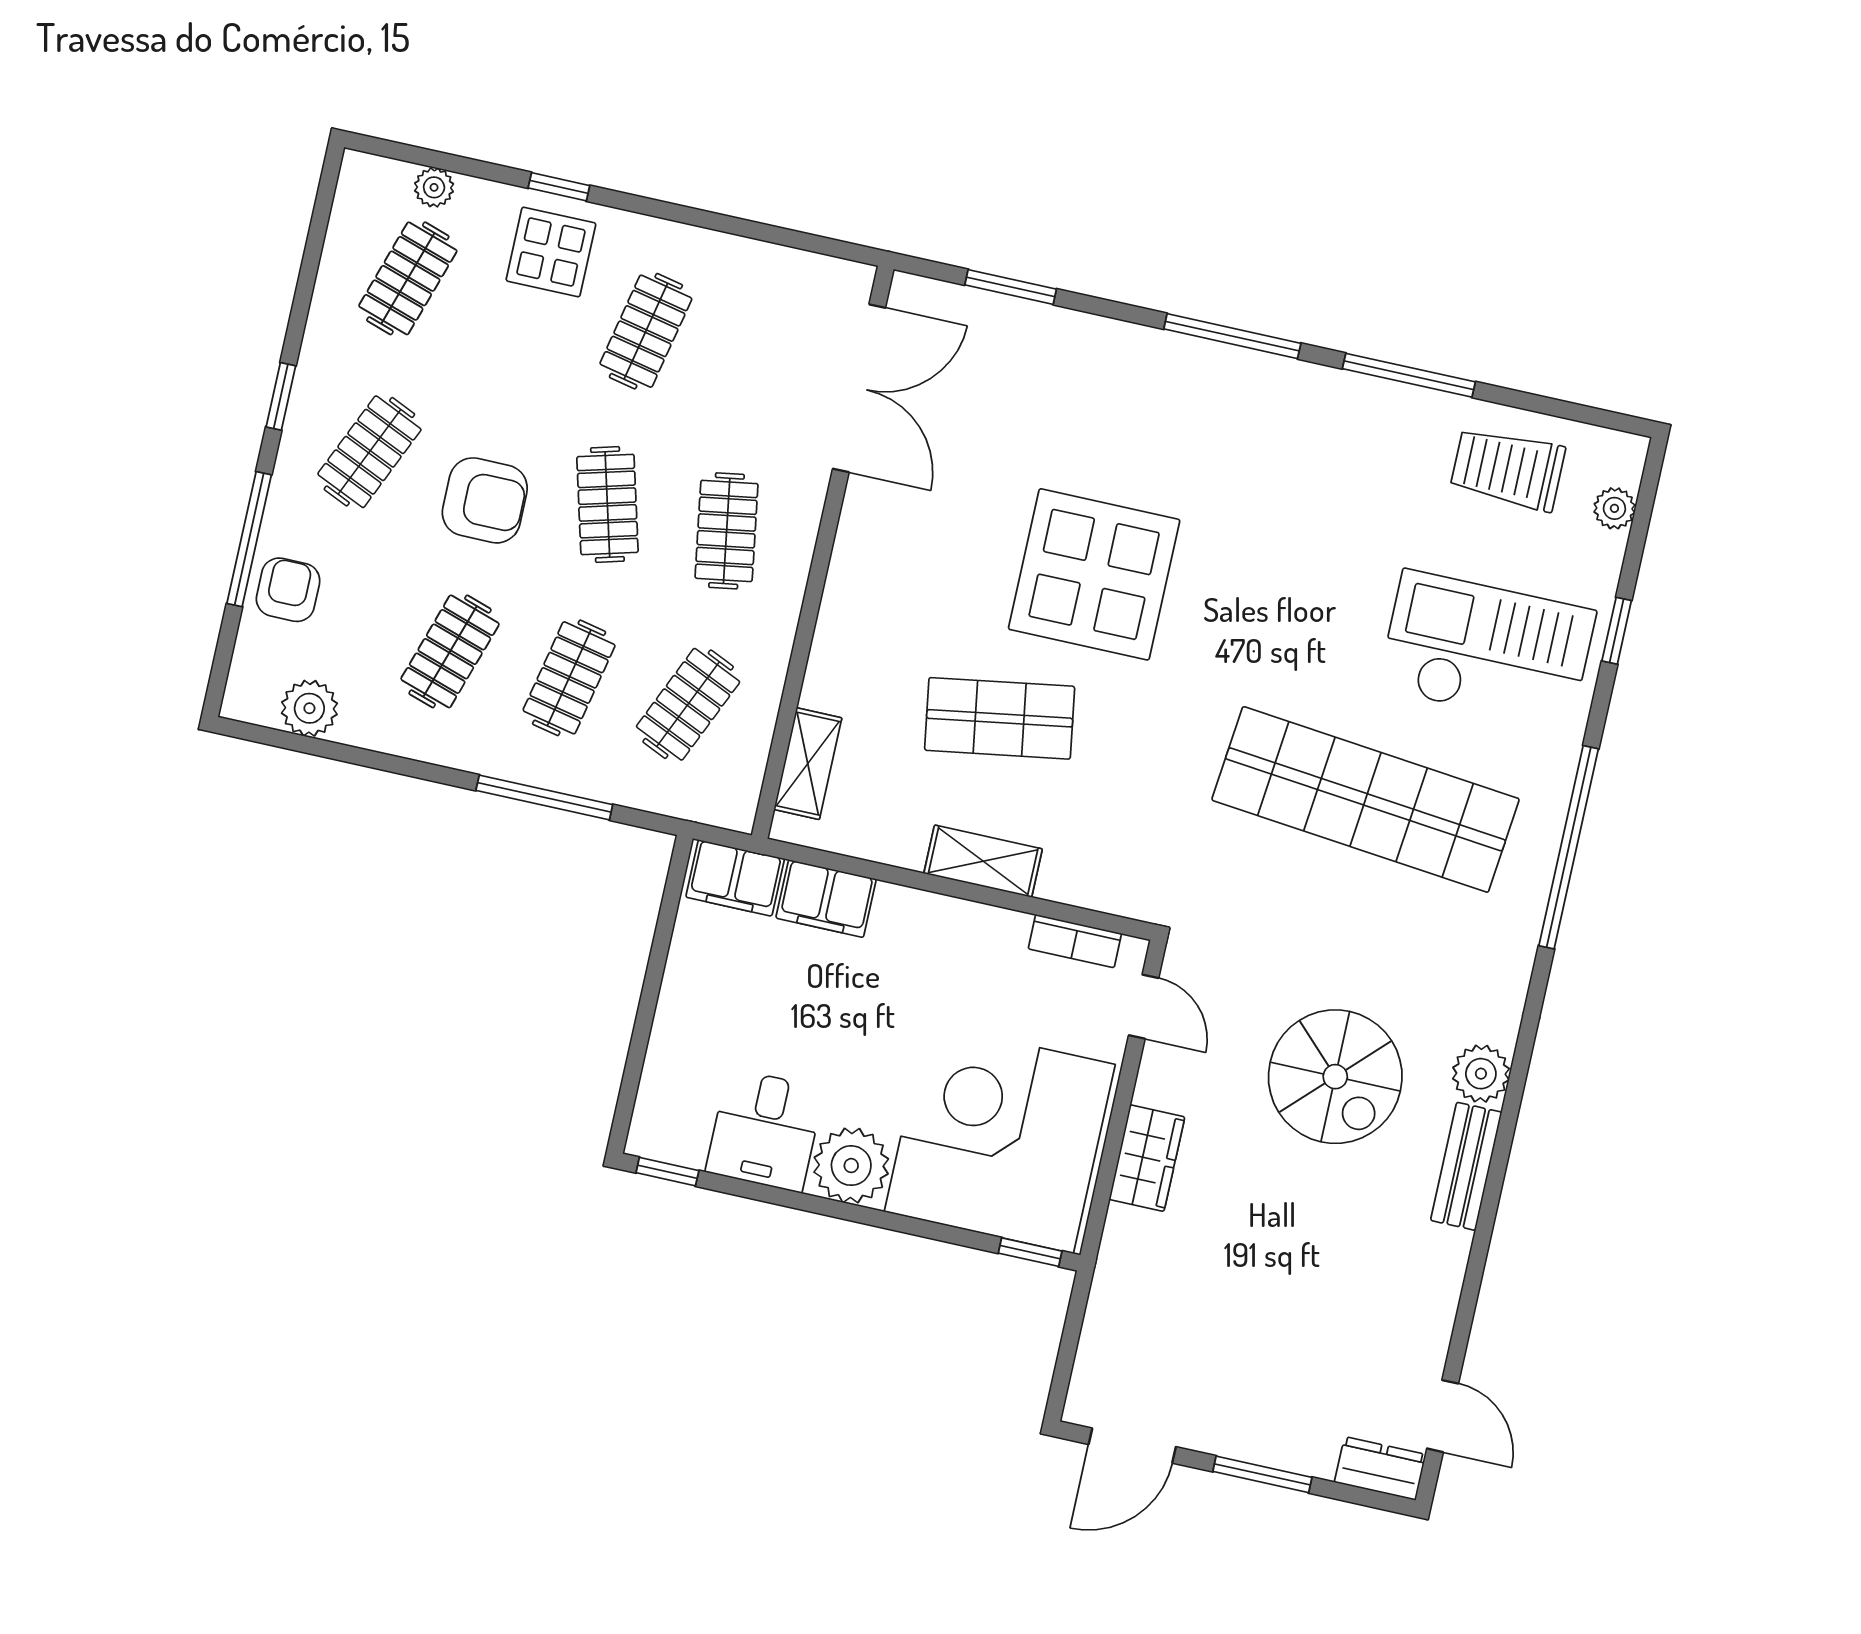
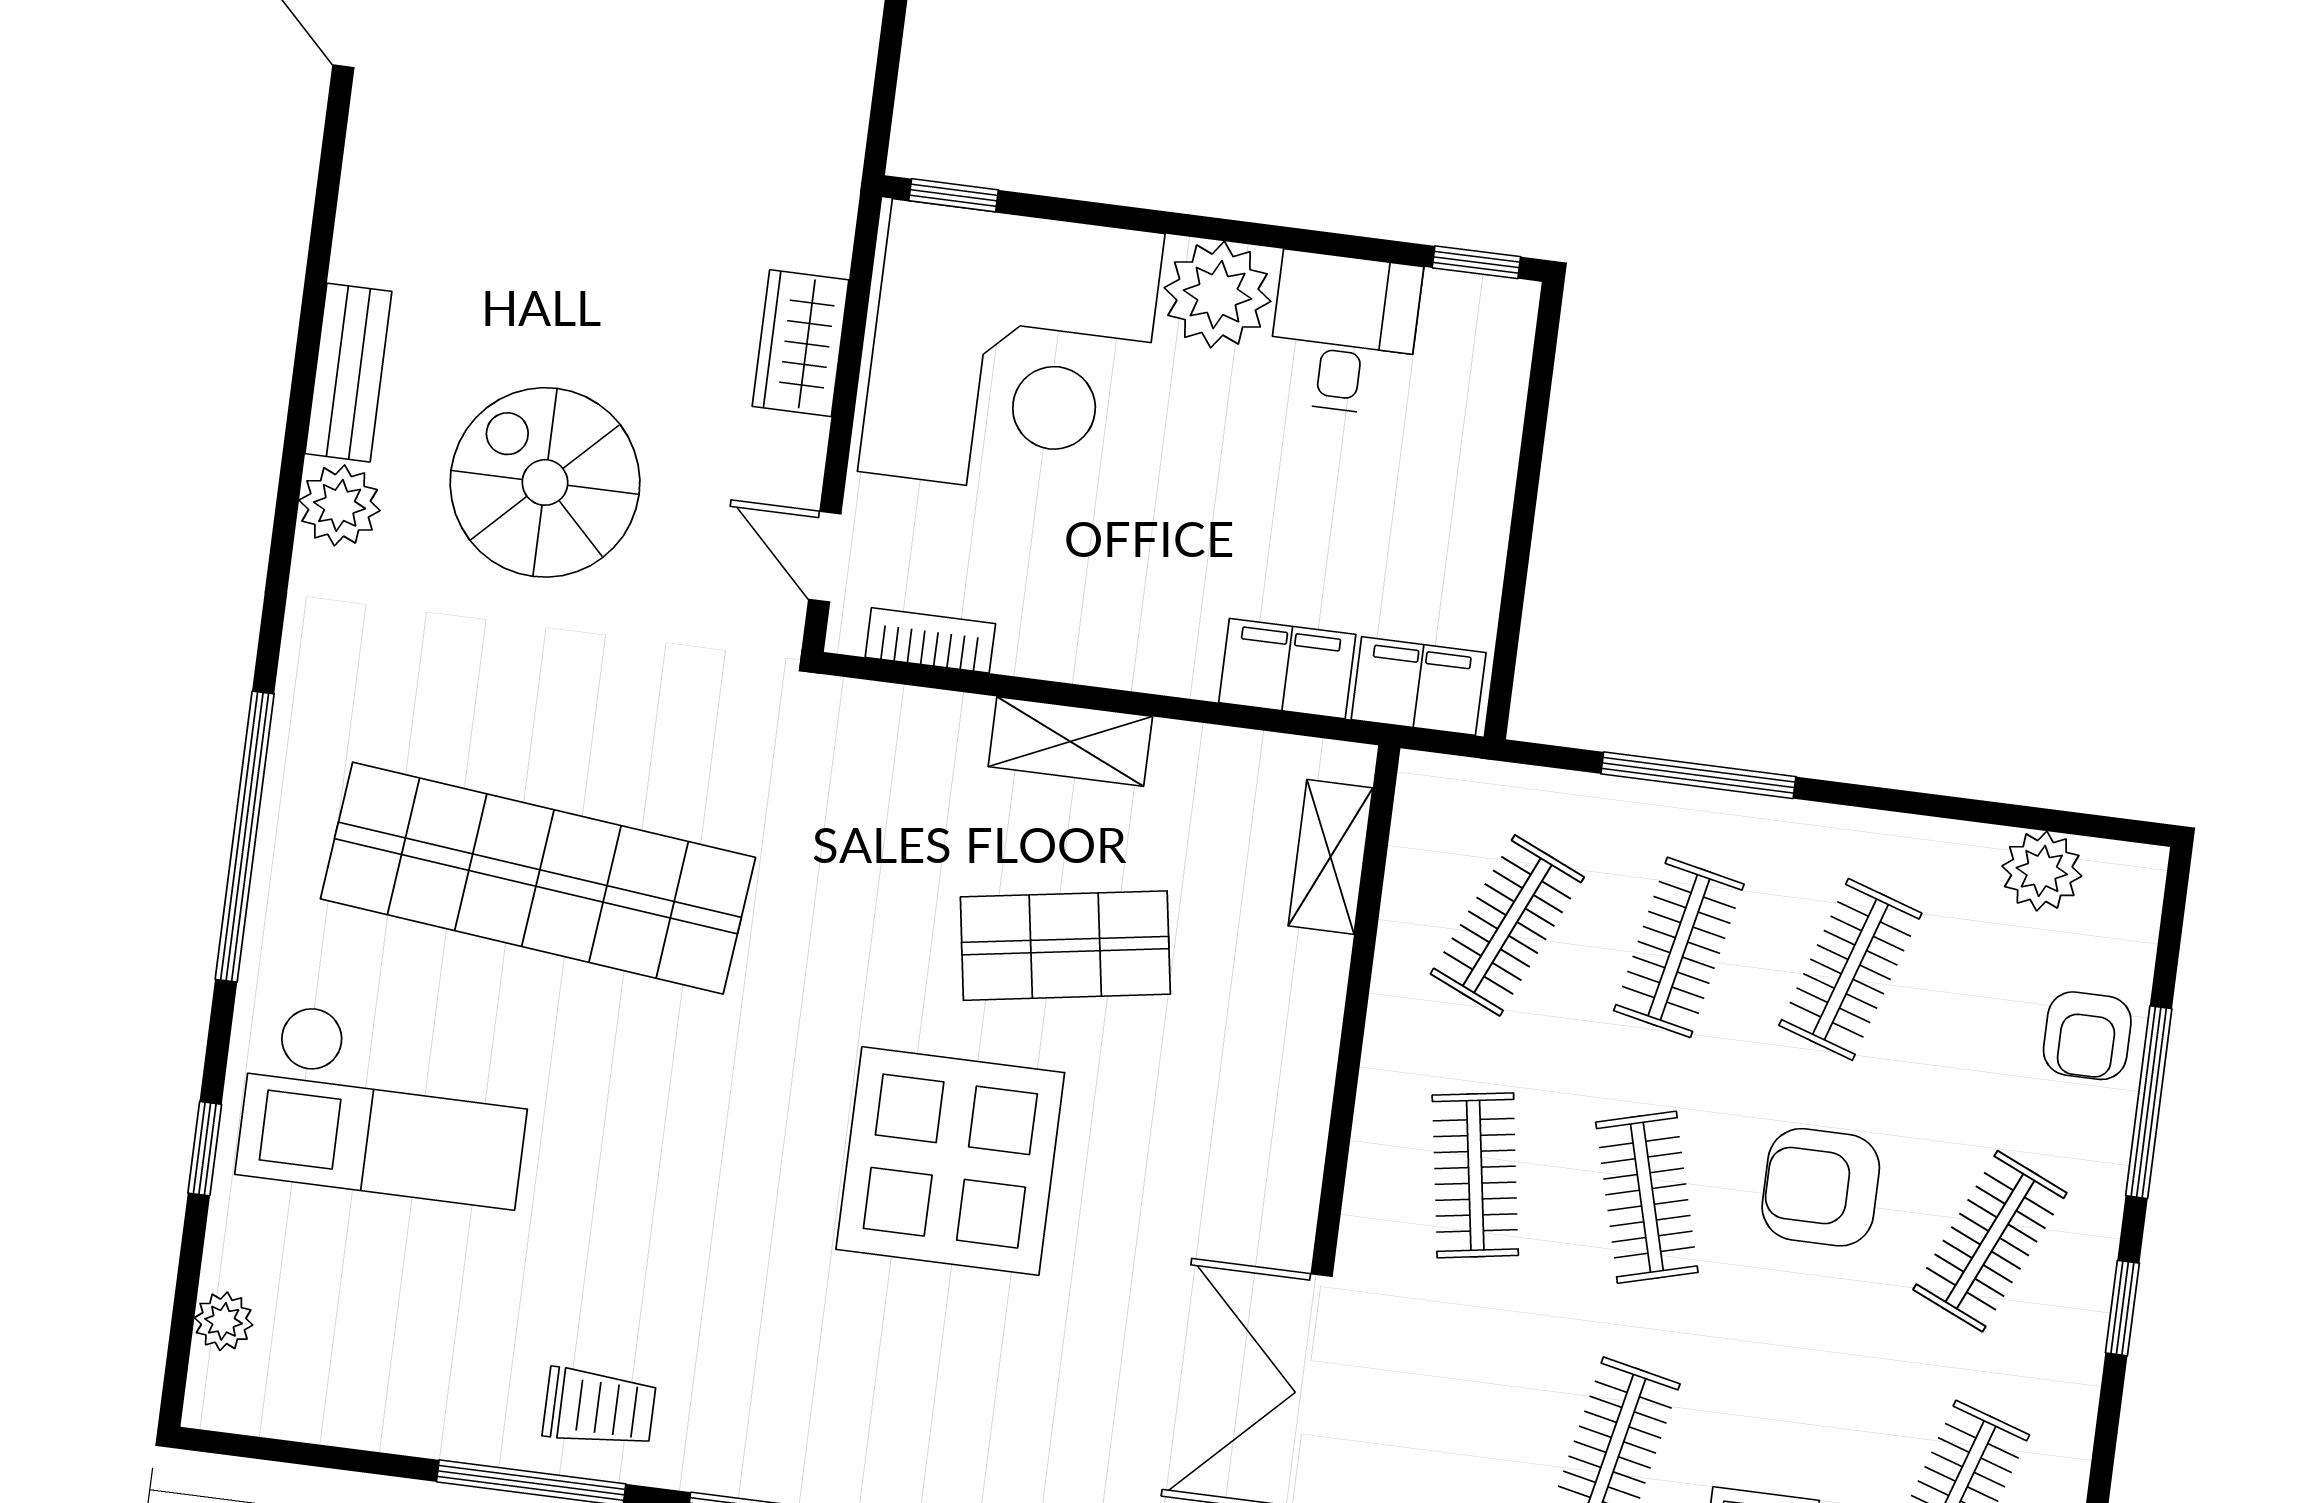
trolley: (1508, 469) -> (599, 1408), moved, width x0.73, depth x0.72

